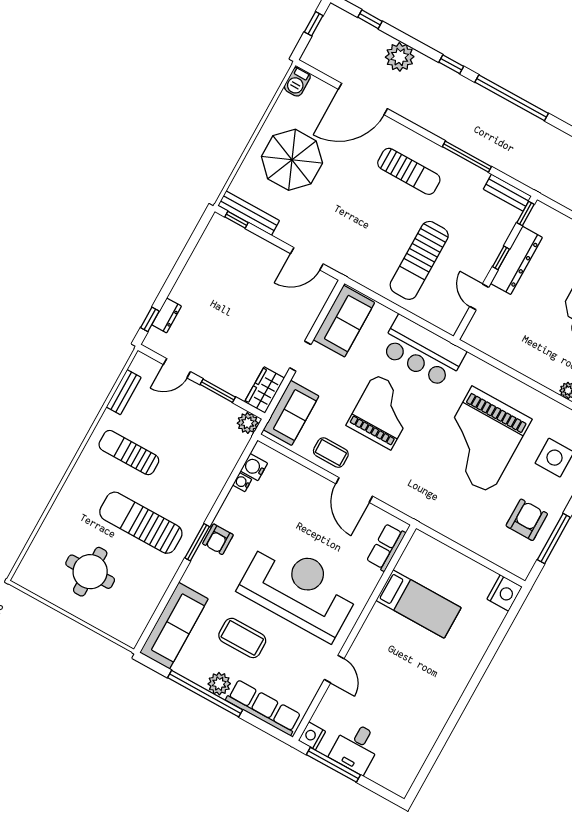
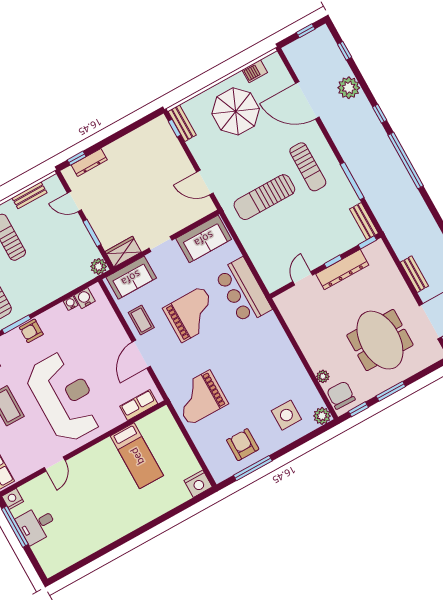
barbecue: (297, 82) -> (255, 71), moved
bench: (249, 213) -> (182, 123), width x0.73
sun lounger: (419, 260) -> (264, 197), moved
dresser: (167, 315) -> (89, 162), width x1.44
grand piano: (481, 440) -> (200, 398), moved, width x0.73, depth x0.68
armchair: (527, 520) -> (243, 445), turned -90

